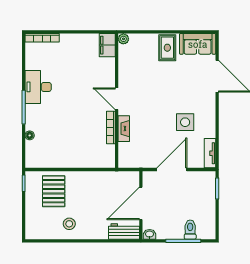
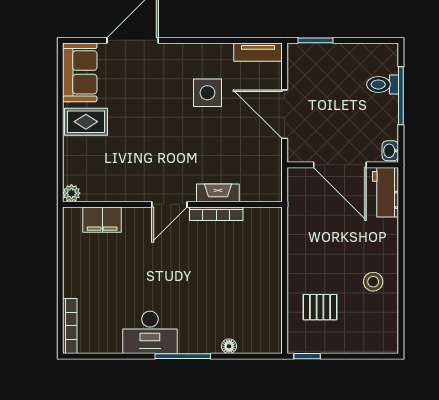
filing cabinet: (107, 45) -> (102, 220), moved
pallet: (54, 191) -> (320, 307), width x0.67, depth x0.71

